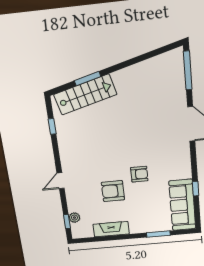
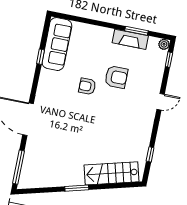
window: (88, 79) -> (77, 188), moved
plant: (74, 218) -> (164, 44), moved
window: (158, 234) -> (136, 31), moved

